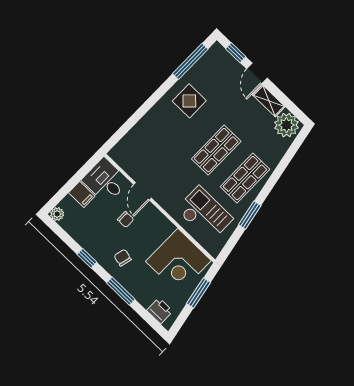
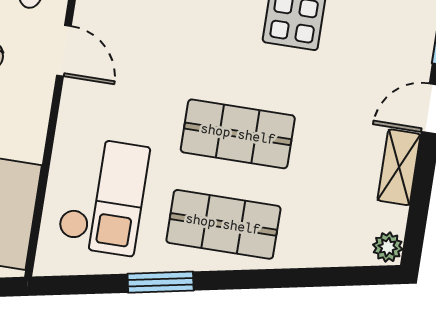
plant: (286, 125) -> (388, 247), width x0.53, depth x0.53
door: (143, 191) -> (64, 51), swing flipped

